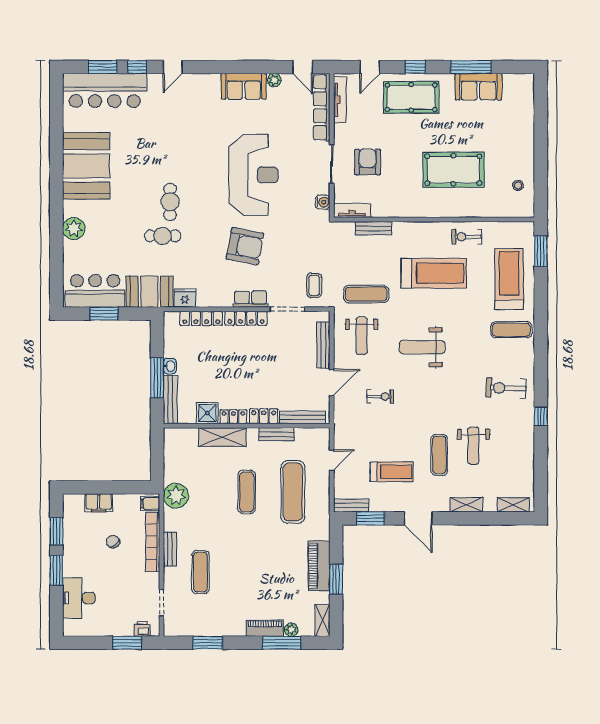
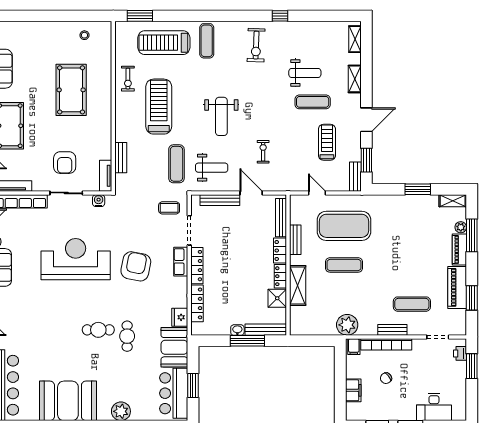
armchair: (368, 162) -> (65, 163), turned -90
exercise mat: (293, 492) -> (344, 226), width x1.47
piano: (319, 566) -> (457, 287), moved, turned 90

